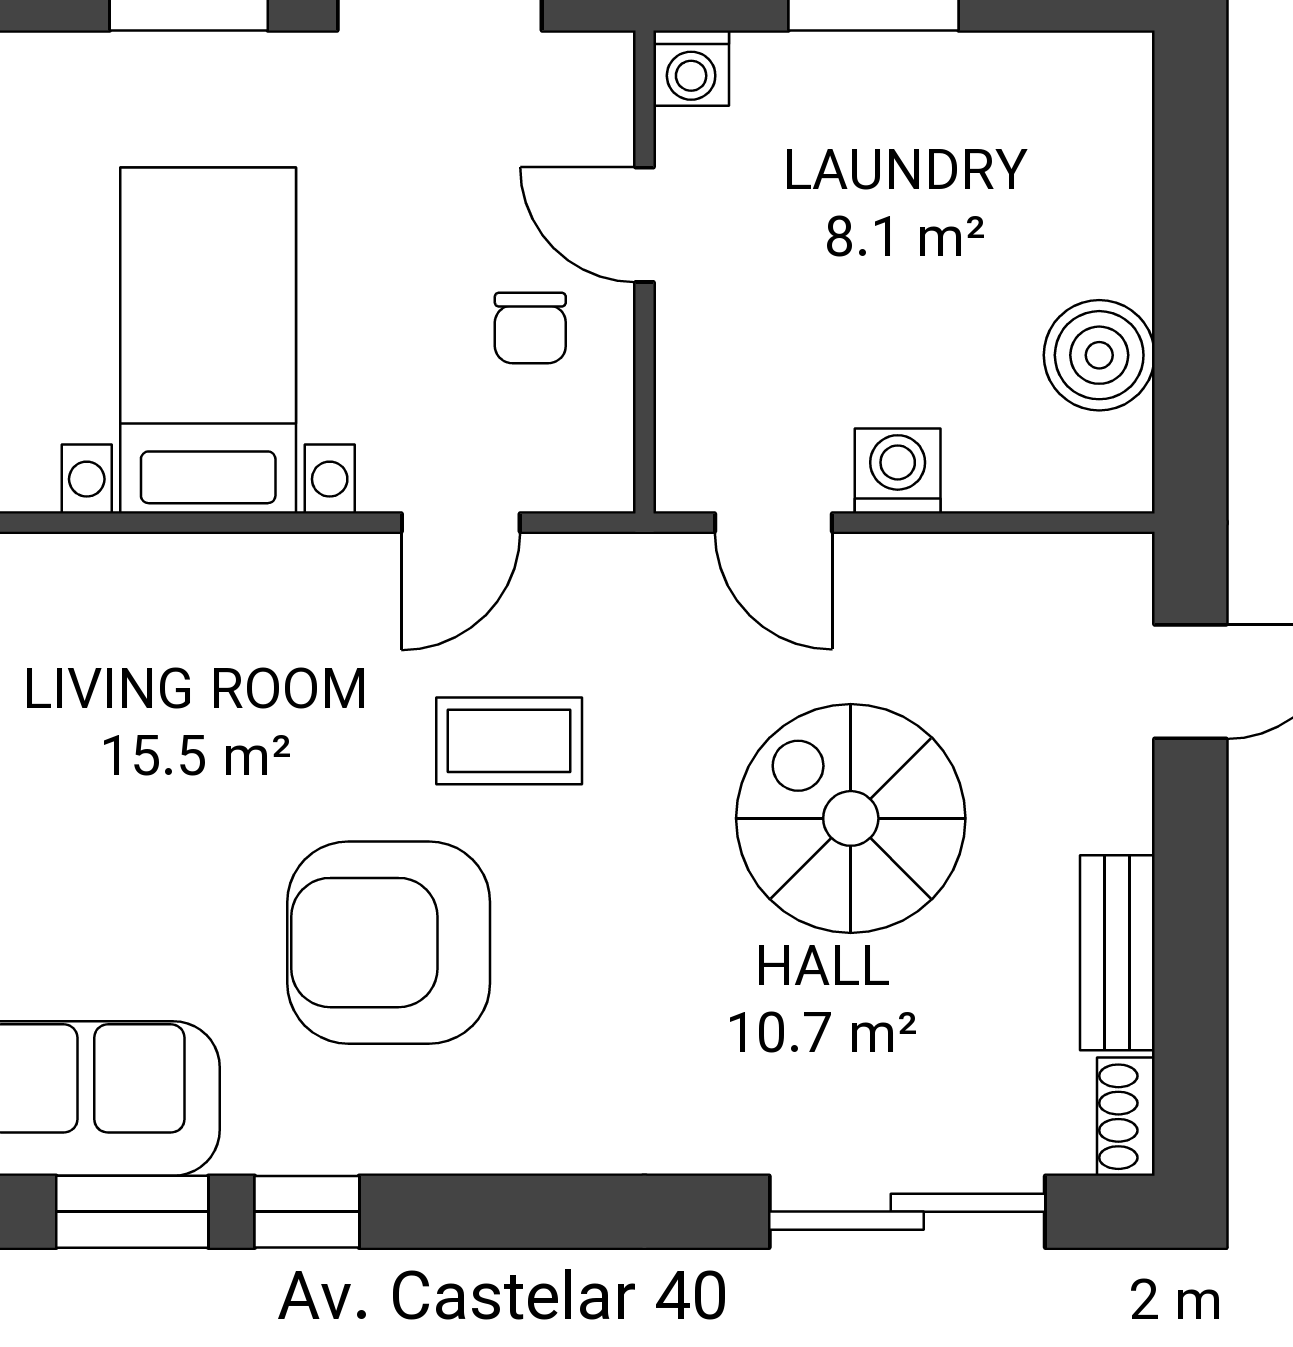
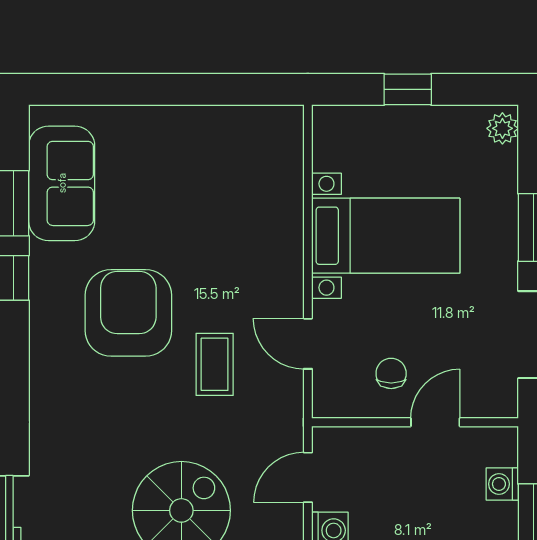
washing machine: (691, 68) -> (502, 484), moved
chair: (530, 328) -> (391, 373), turned 90

